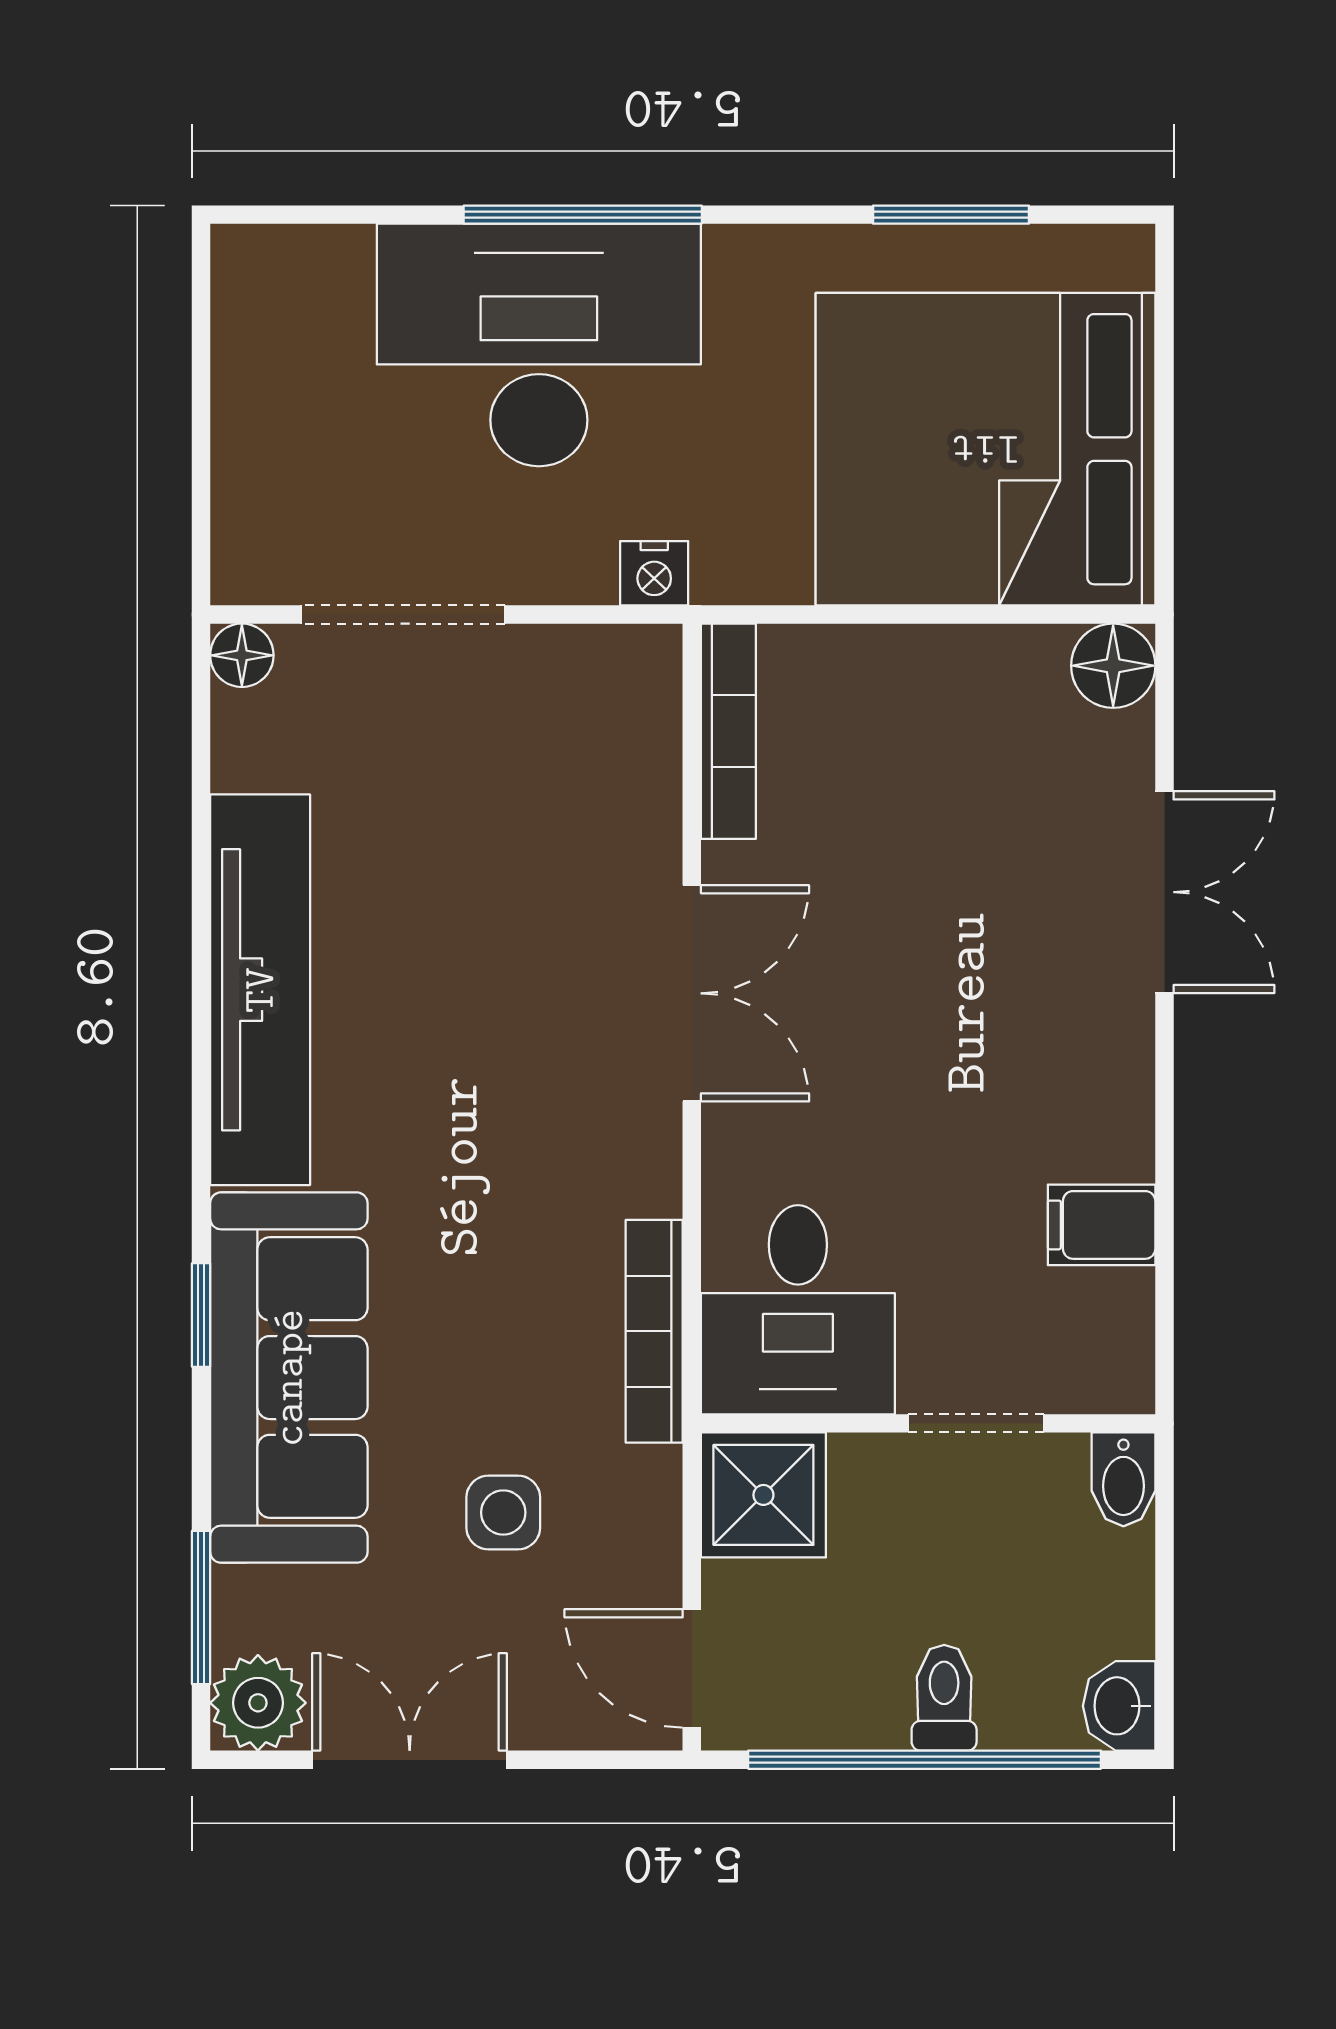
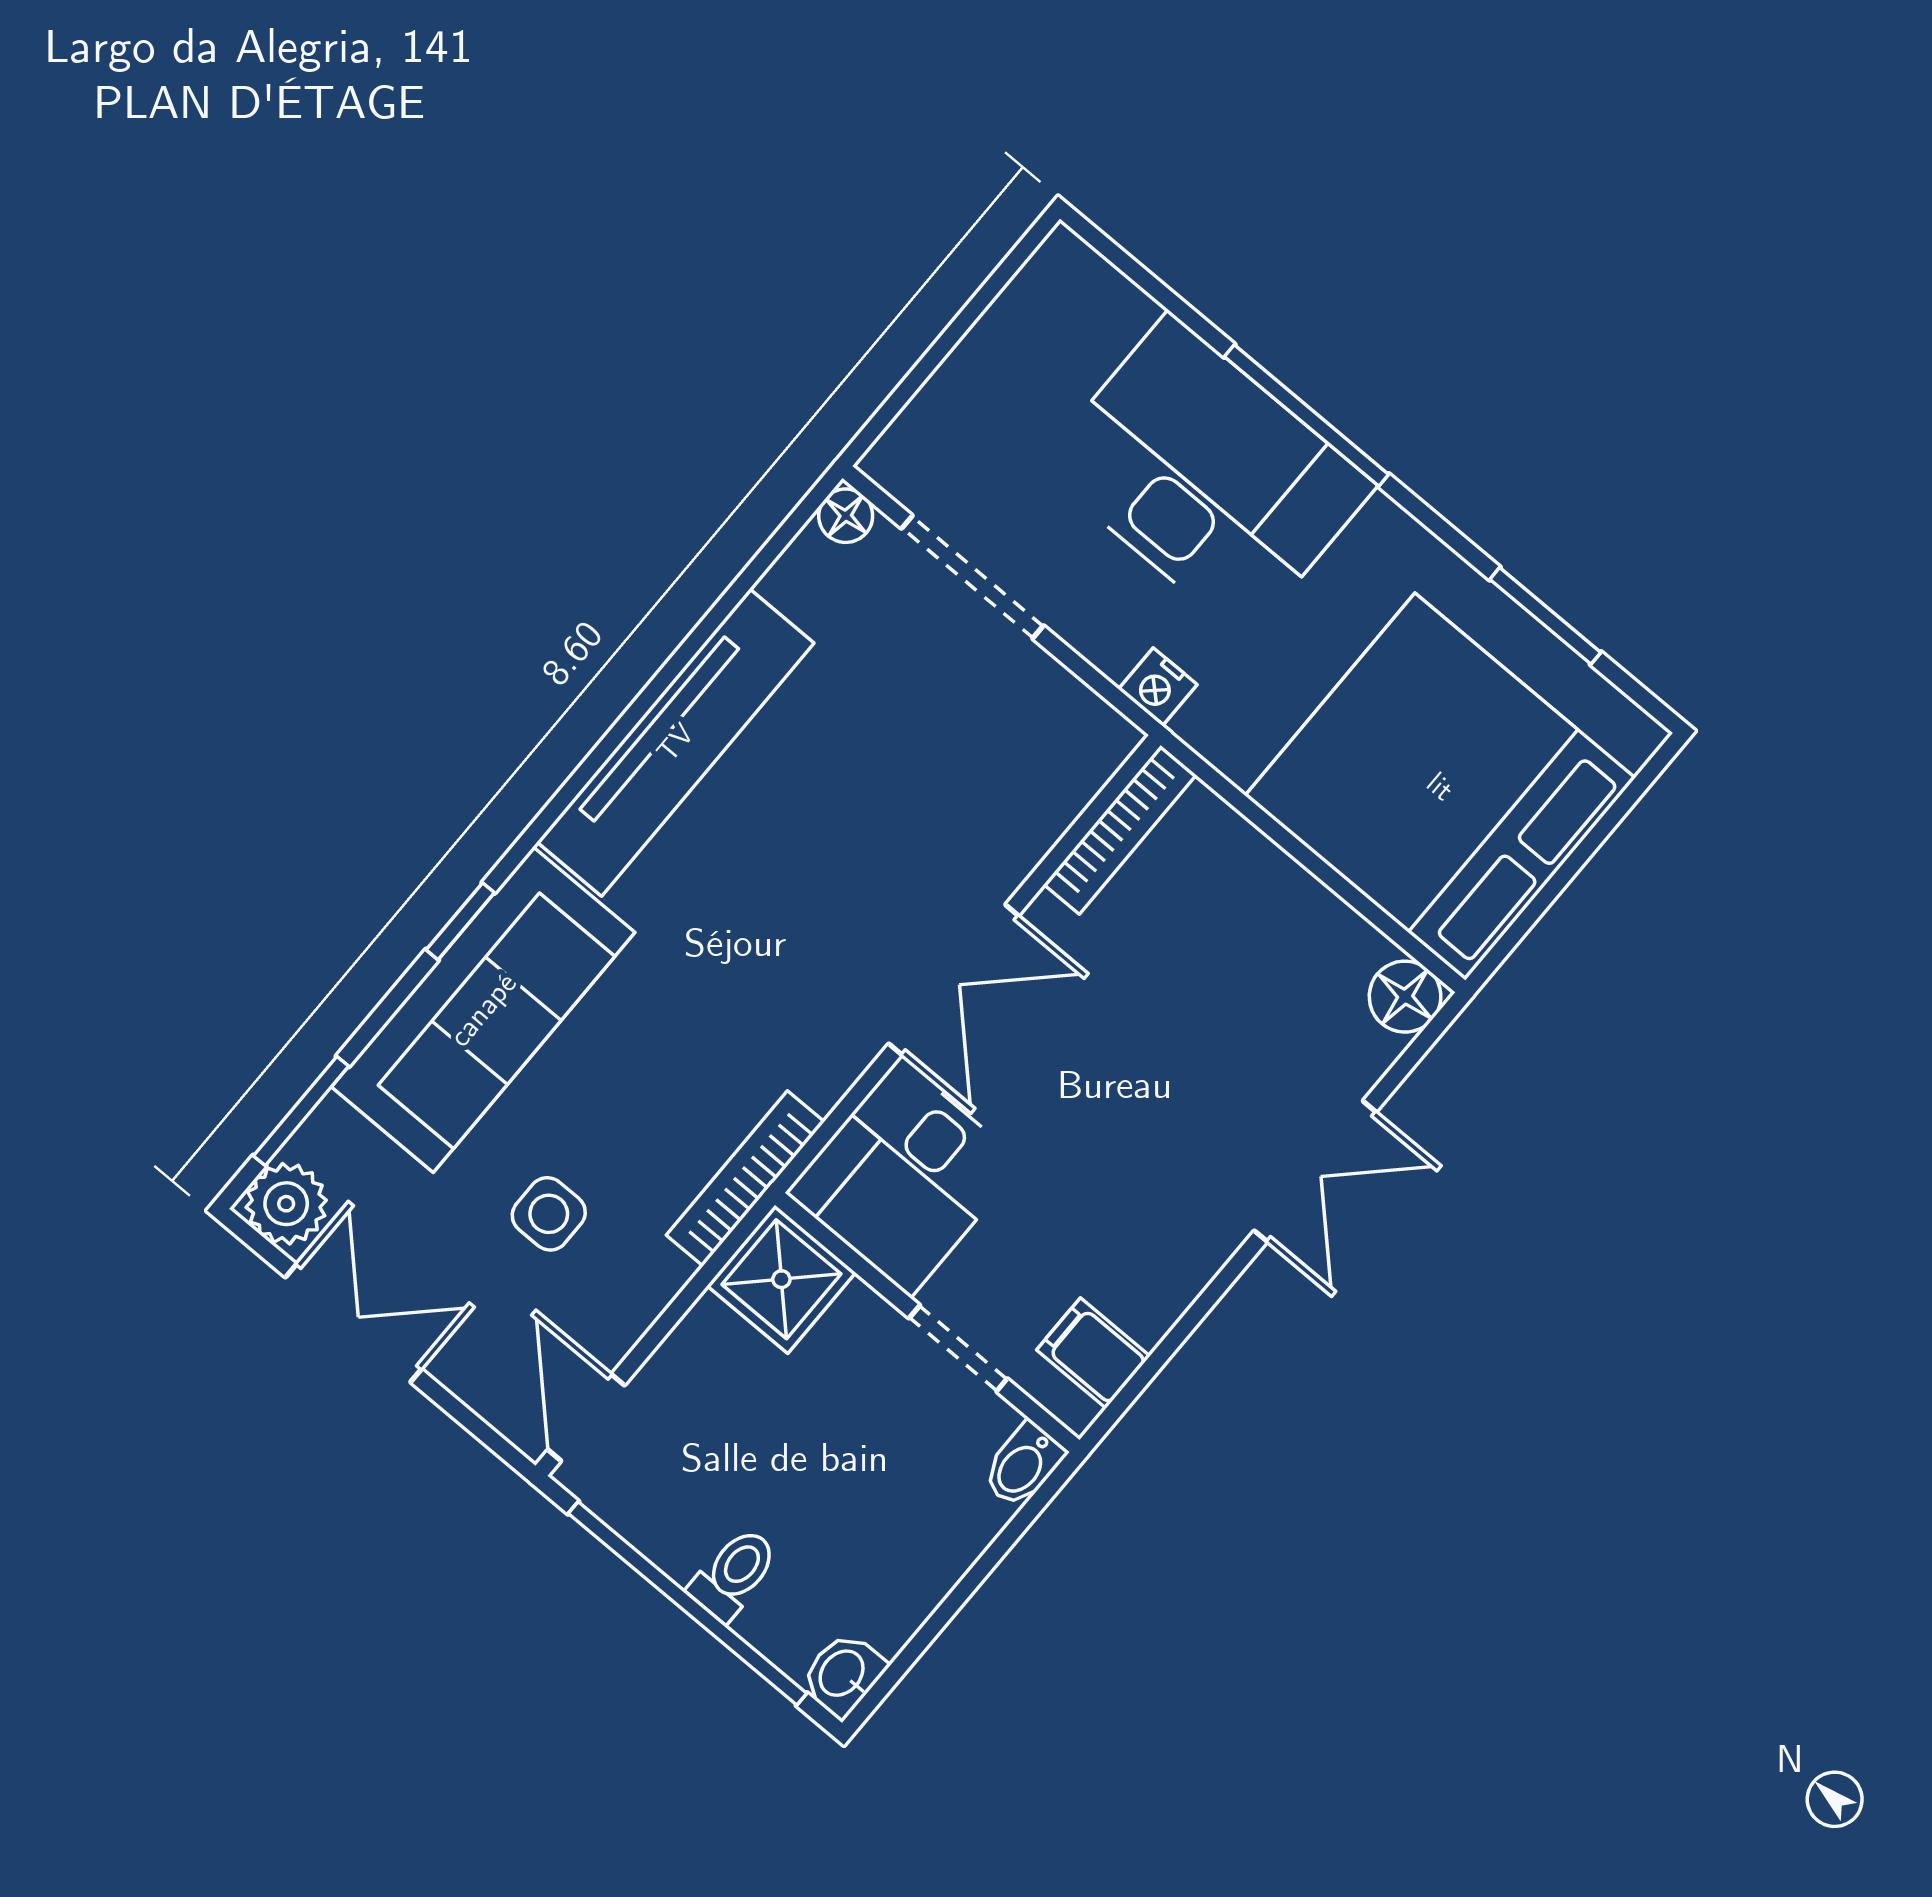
desk: (798, 1310) -> (905, 1178), moved
wall: (928, 1423) -> (927, 1322), moved
doorway: (976, 1423) -> (958, 1348), moved
bidet: (1123, 1479) -> (1023, 1465), moved
shower: (763, 1495) -> (781, 1279), moved

